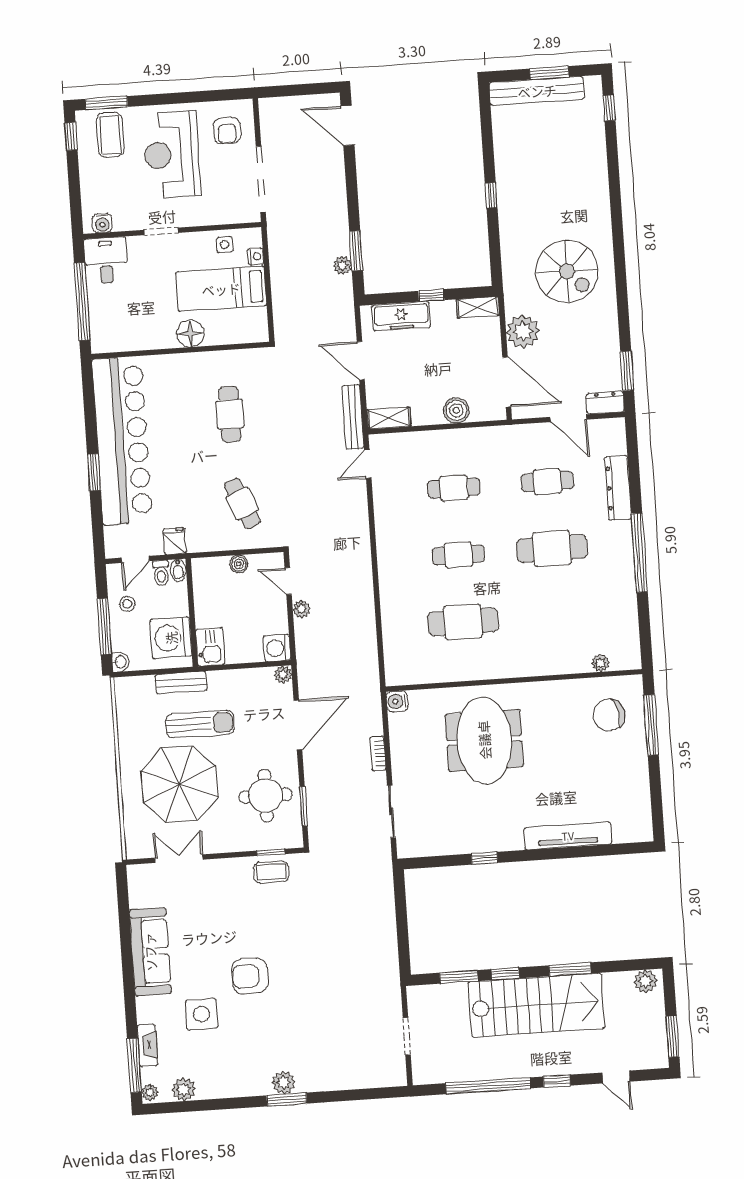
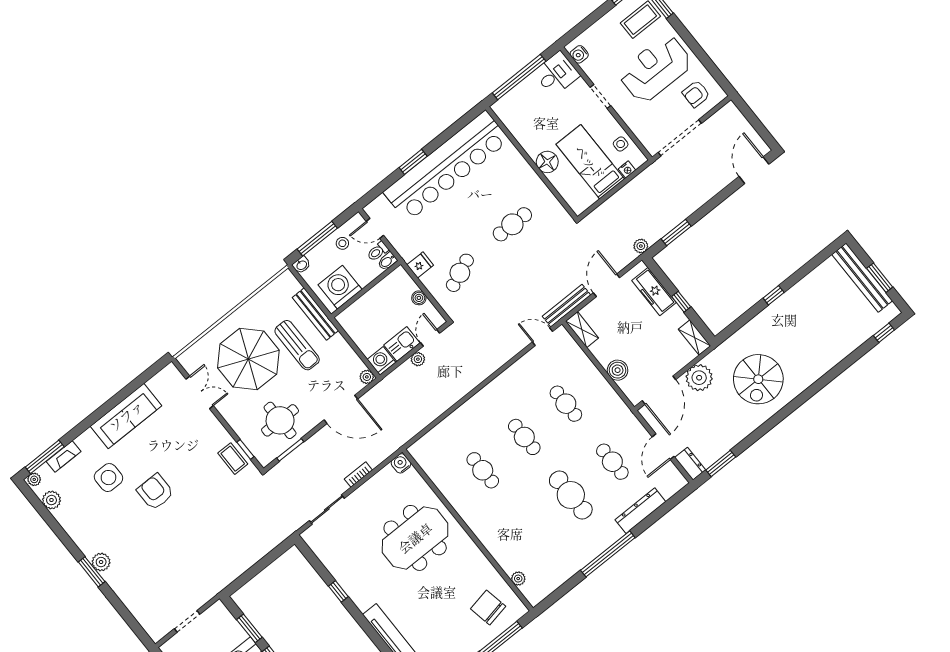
plant: (342, 265) -> (641, 246), moved
fridge: (175, 541) -> (420, 265), moved
cafe table: (463, 622) -> (483, 470), width x0.73, depth x0.74
kitchen sink: (210, 647) -> (402, 344), moved, turned 180
bench: (181, 683) -> (315, 314), width x1.36

